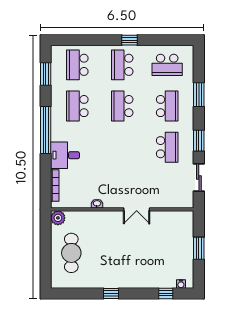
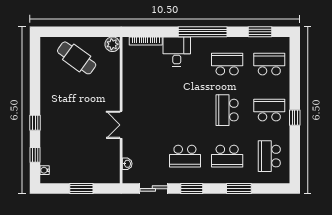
school desk: (122, 106) -> (227, 110), turned -90
washbasin: (97, 204) -> (127, 164), moved
cafe table: (71, 253) -> (77, 58), turned 36
window: (111, 293) -> (35, 123), moved

